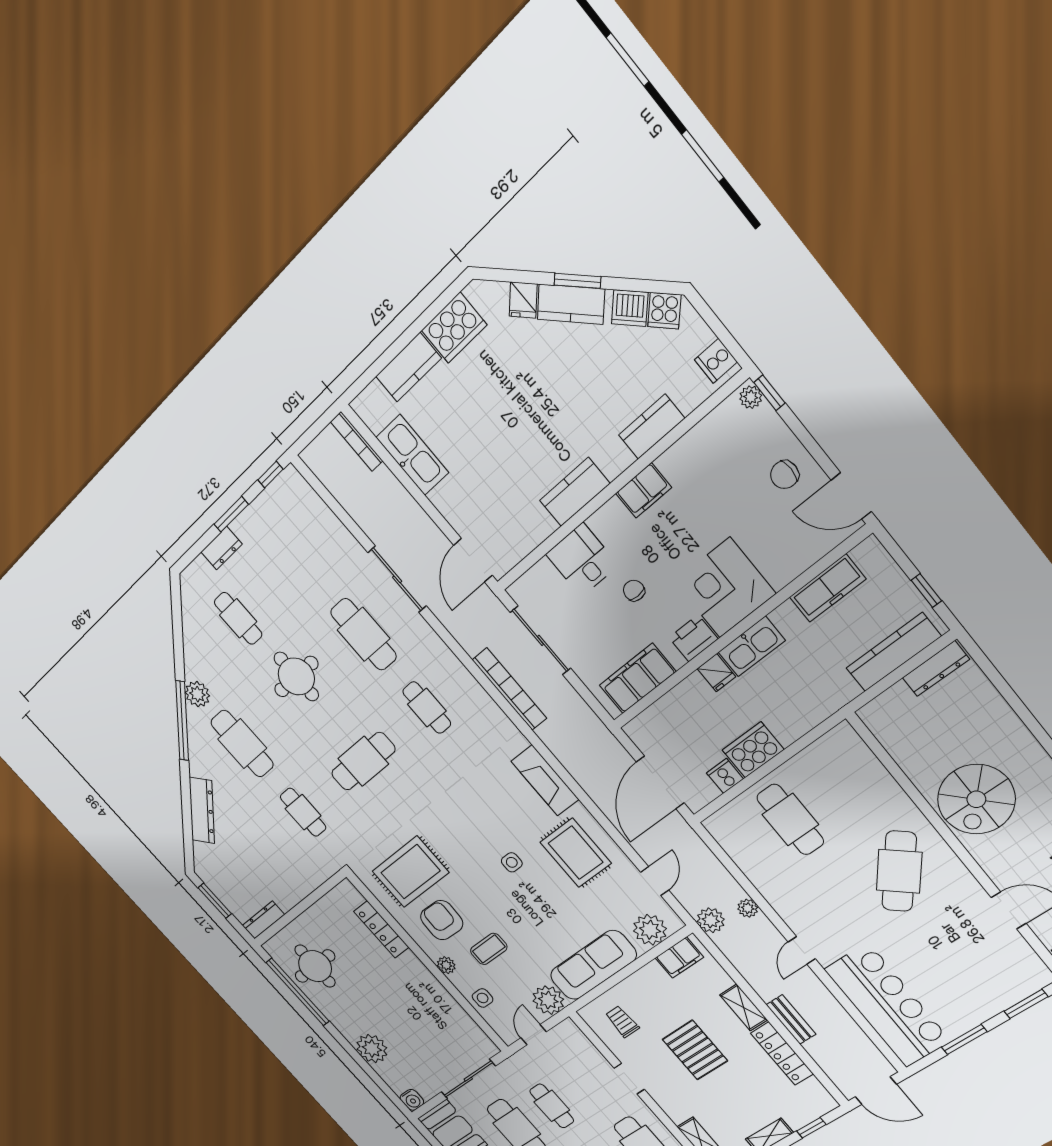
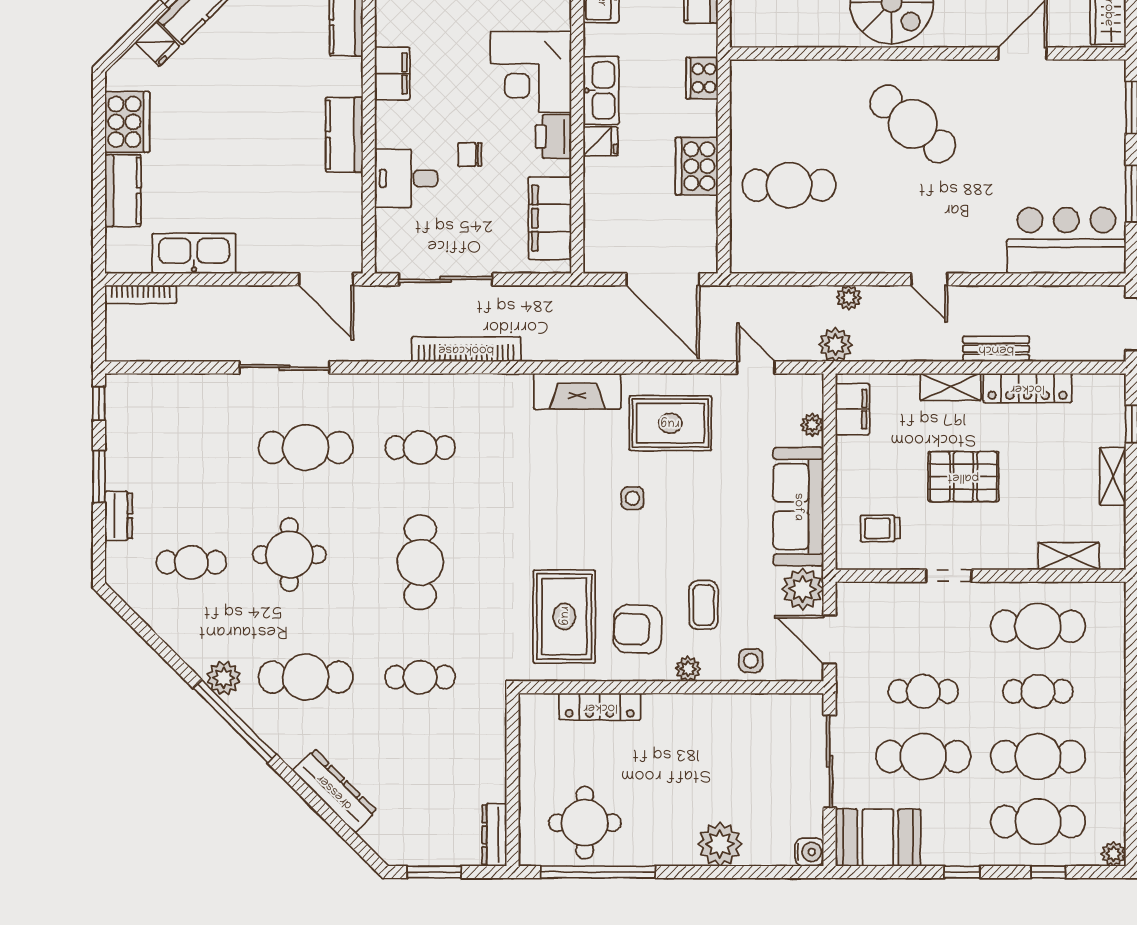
cooker: (725, 776) -> (702, 78), moved, width x1.36
plant: (650, 930) -> (812, 425), width x0.53, depth x0.53
bar counter: (887, 1005) -> (1066, 241), width x0.73
door: (533, 1035) -> (829, 640), width x1.38

